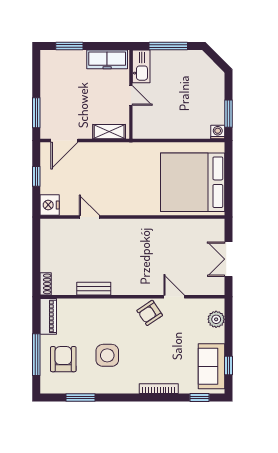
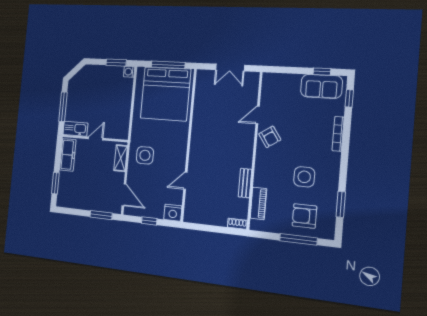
side table: (115, 163) -> (145, 155), added
window: (228, 182) -> (168, 65), added
piano: (48, 316) -> (258, 203), moved, turned 90
plant: (216, 319) -> (280, 80), removed

